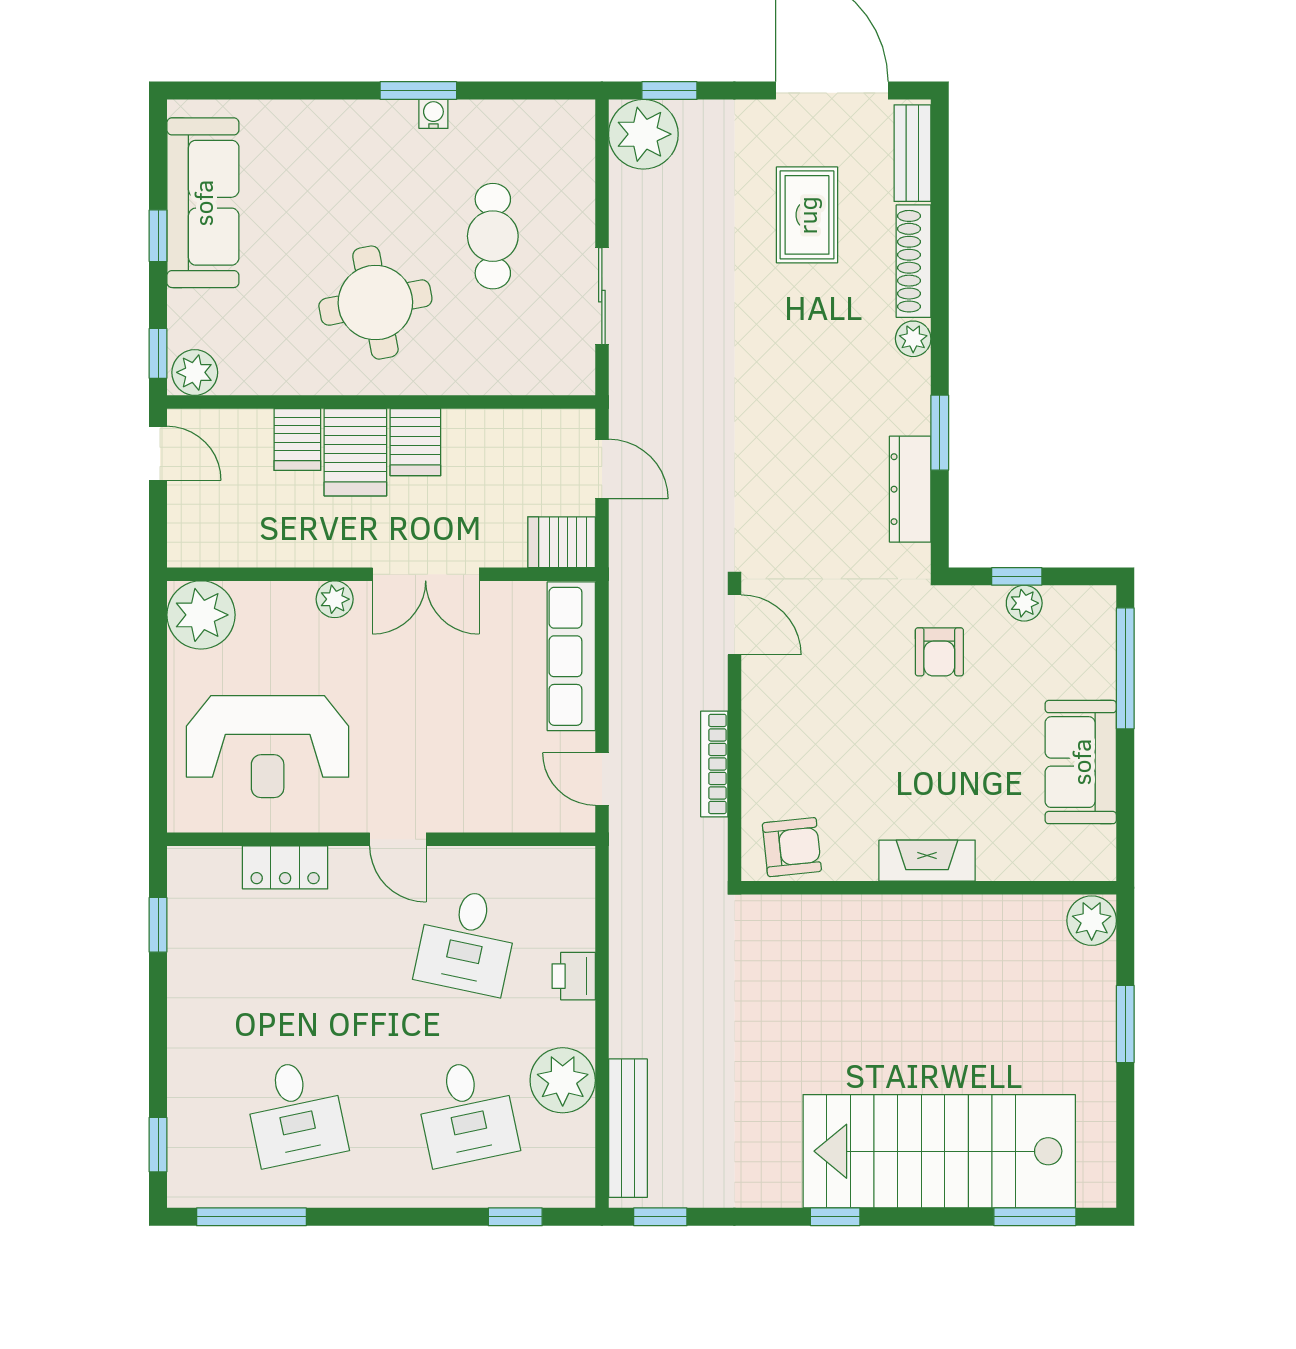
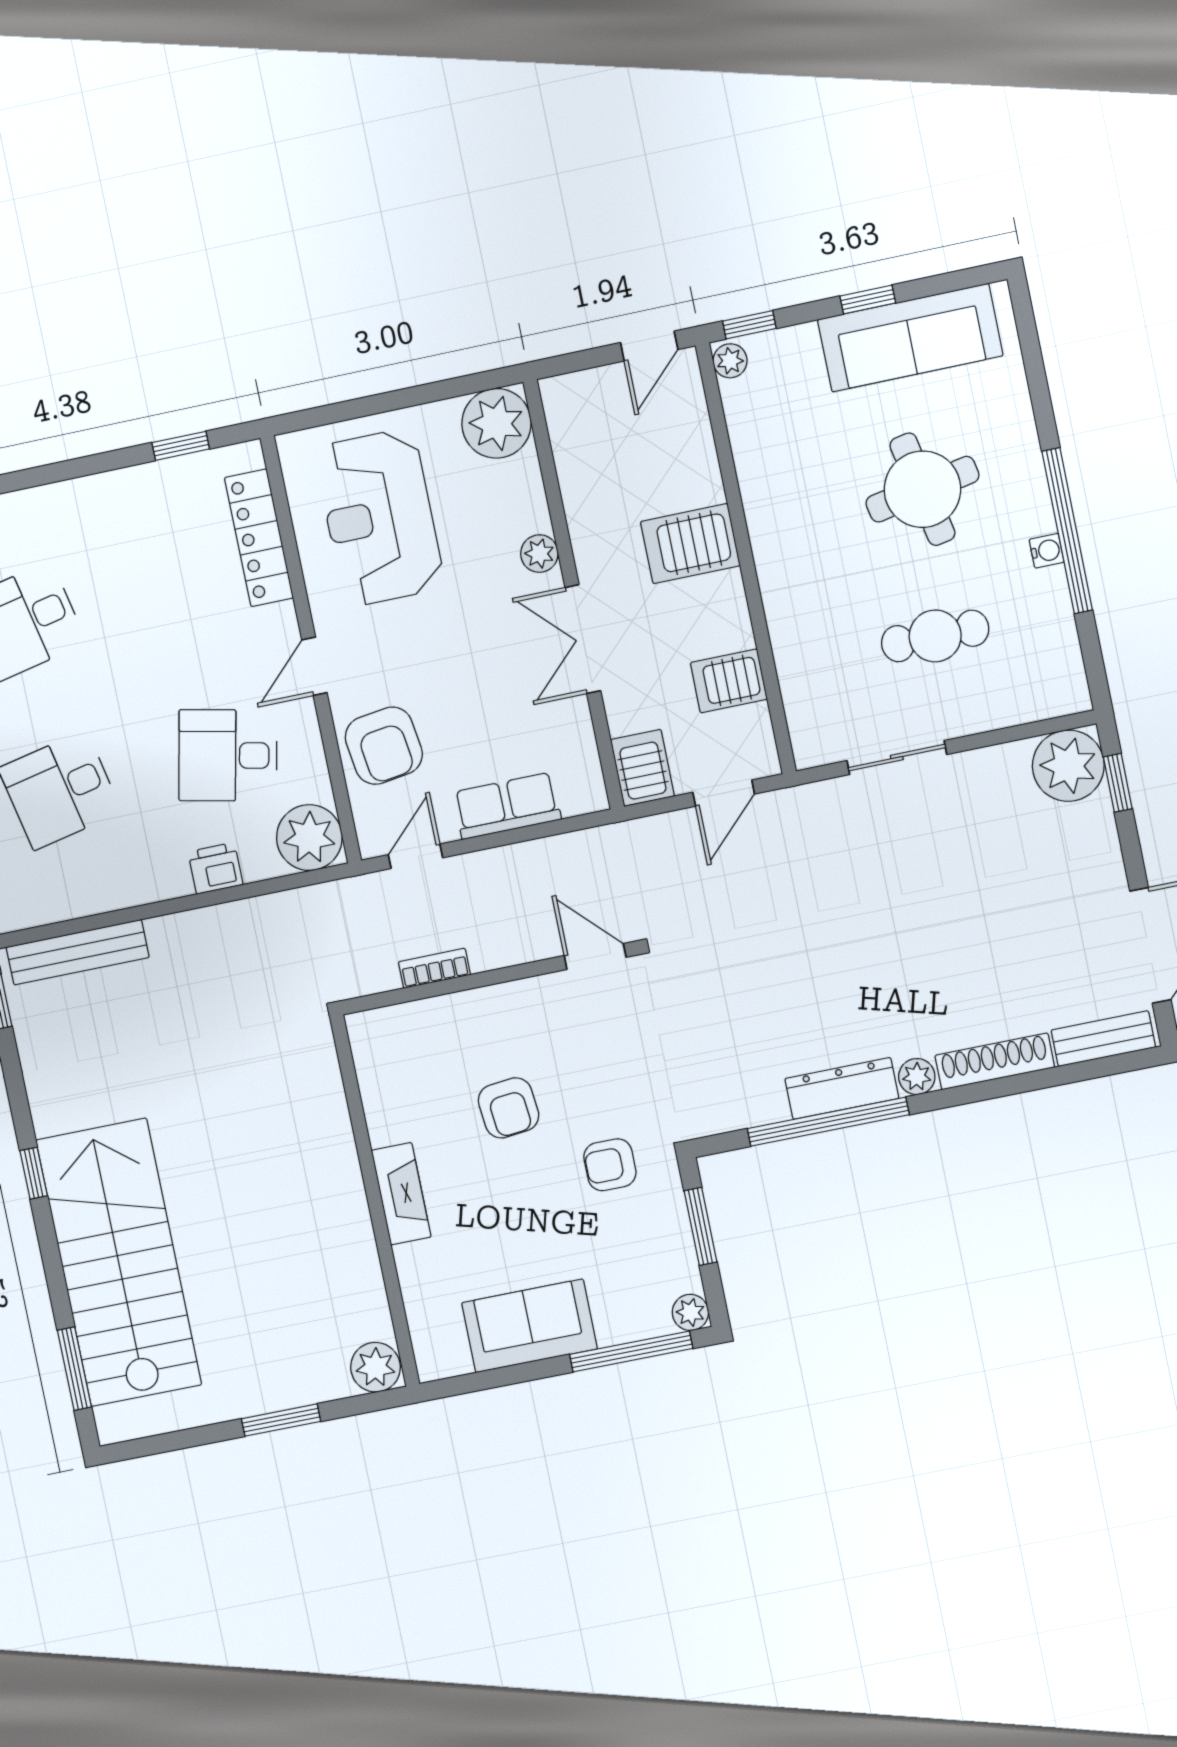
window: (418, 91) -> (1067, 531), width x2.11
rug: (807, 215) -> (1020, 946), removed
round table: (375, 303) -> (922, 489), moved
plant: (195, 372) -> (730, 361), width x0.73, depth x0.73
window: (940, 433) -> (828, 1122), width x2.11
server rack: (297, 440) -> (691, 483), removed
server rack: (415, 442) -> (729, 681), moved
dresser: (910, 489) -> (842, 1088), moved
window: (1017, 576) -> (700, 1226), width x1.50
plant: (1024, 603) -> (690, 1312), moved
door: (734, 625) -> (595, 956), swing flipped
row of seats: (571, 656) -> (507, 806), width x0.68
bookcase: (714, 764) -> (434, 968), width x0.64
armchair: (489, 788) -> (384, 746), added
armchair: (792, 847) -> (509, 1108), moved
locker: (285, 867) -> (259, 538), width x1.53
plant: (563, 1080) -> (309, 838), moved

